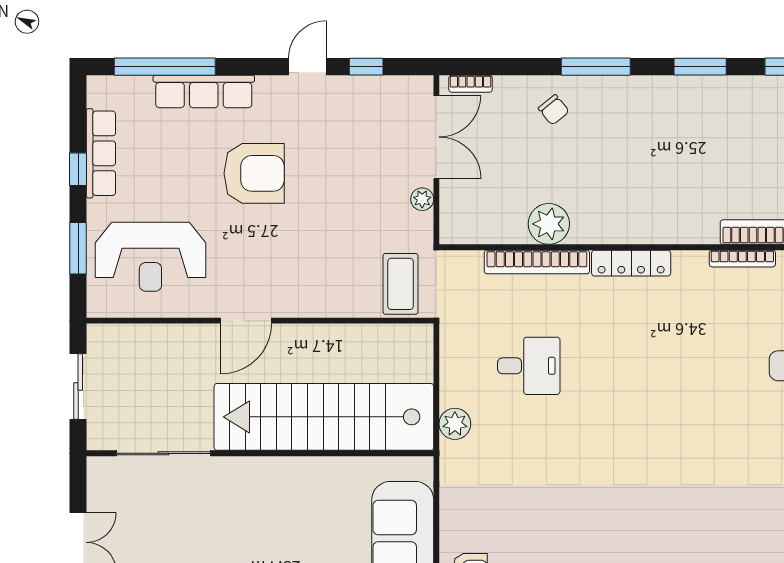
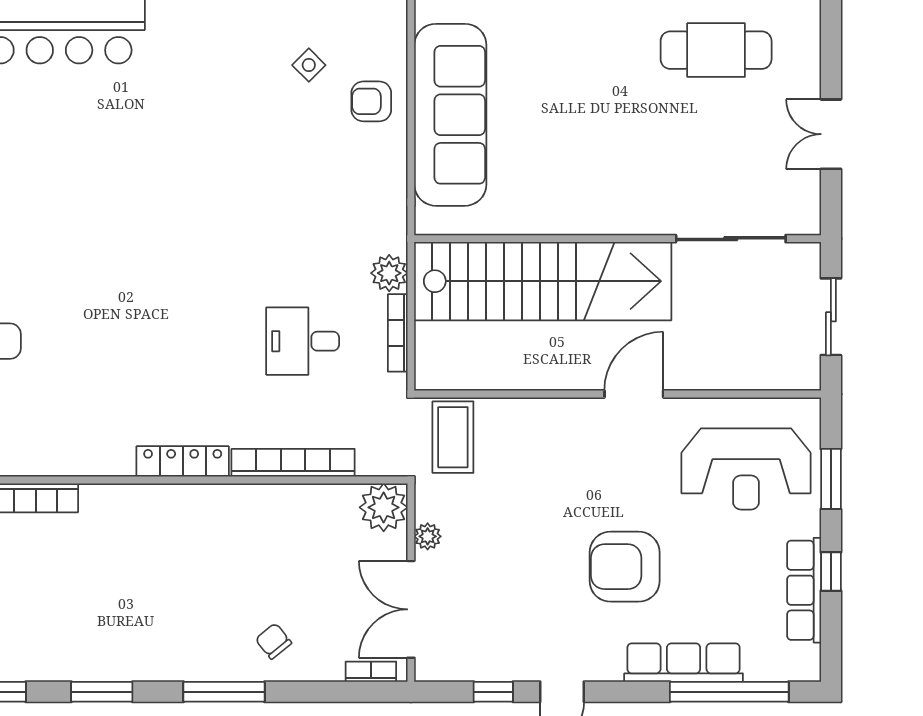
plant: (549, 224) -> (384, 507), moved
reception desk: (150, 257) -> (746, 469), turned 180
bookcase: (742, 259) -> (398, 333), moved, turned -90

